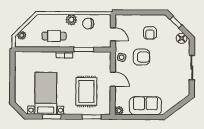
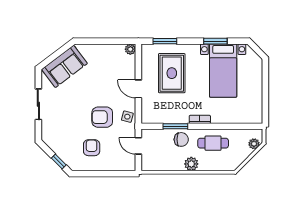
chair: (88, 24) -> (181, 139), moved
floor lamp: (182, 38) -> (52, 141), removed
sofa: (145, 106) -> (64, 66), moved, turned -37

